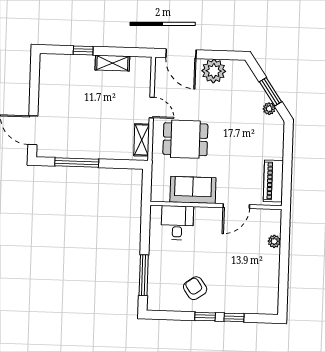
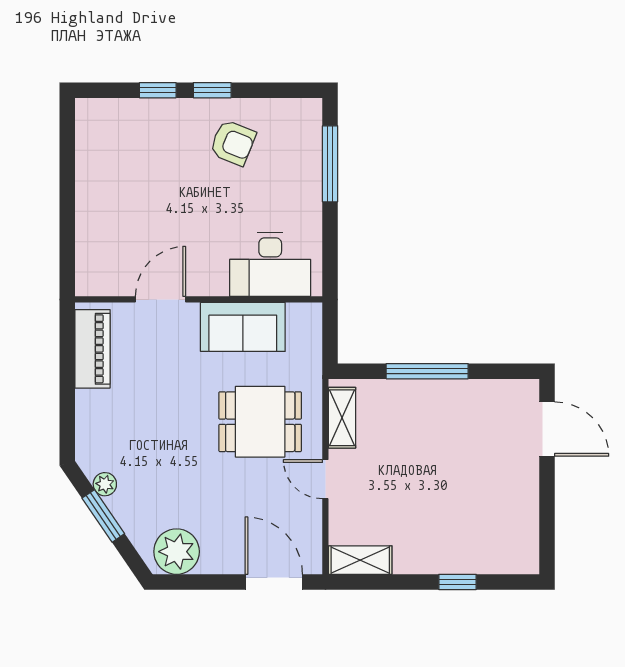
shelving: (112, 63) -> (360, 560), moved
plant: (214, 71) -> (177, 552), moved
window: (77, 163) -> (427, 371), moved
desk: (177, 223) -> (270, 265), width x1.37
plant: (274, 241) -> (87, 236), removed
armchair: (195, 288) -> (233, 143), turned -33

